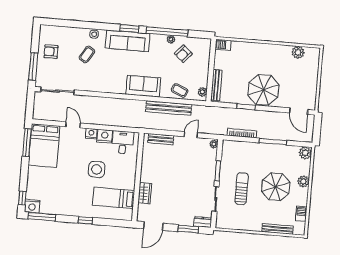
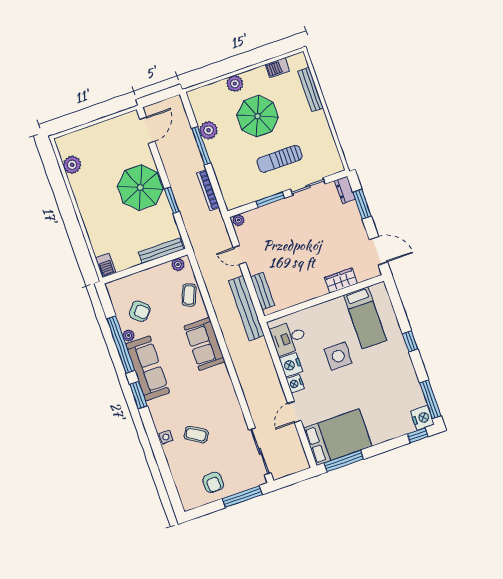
sofa: (128, 41) -> (148, 368), moved
bench: (169, 108) -> (246, 308), moved
plant: (305, 153) -> (209, 130), moved

